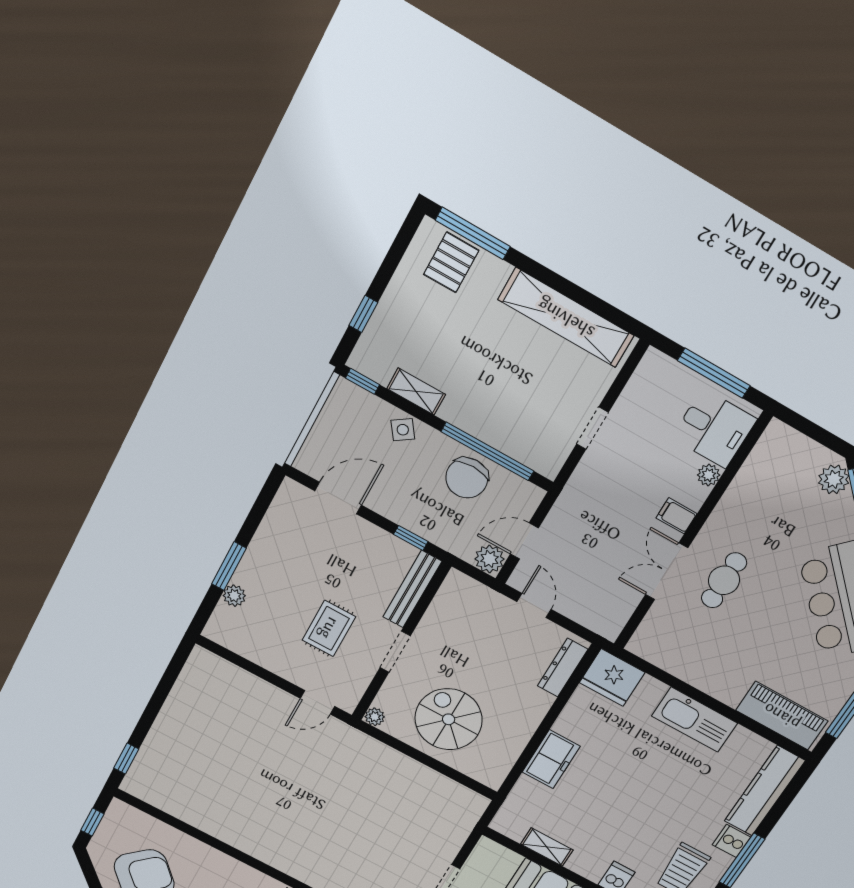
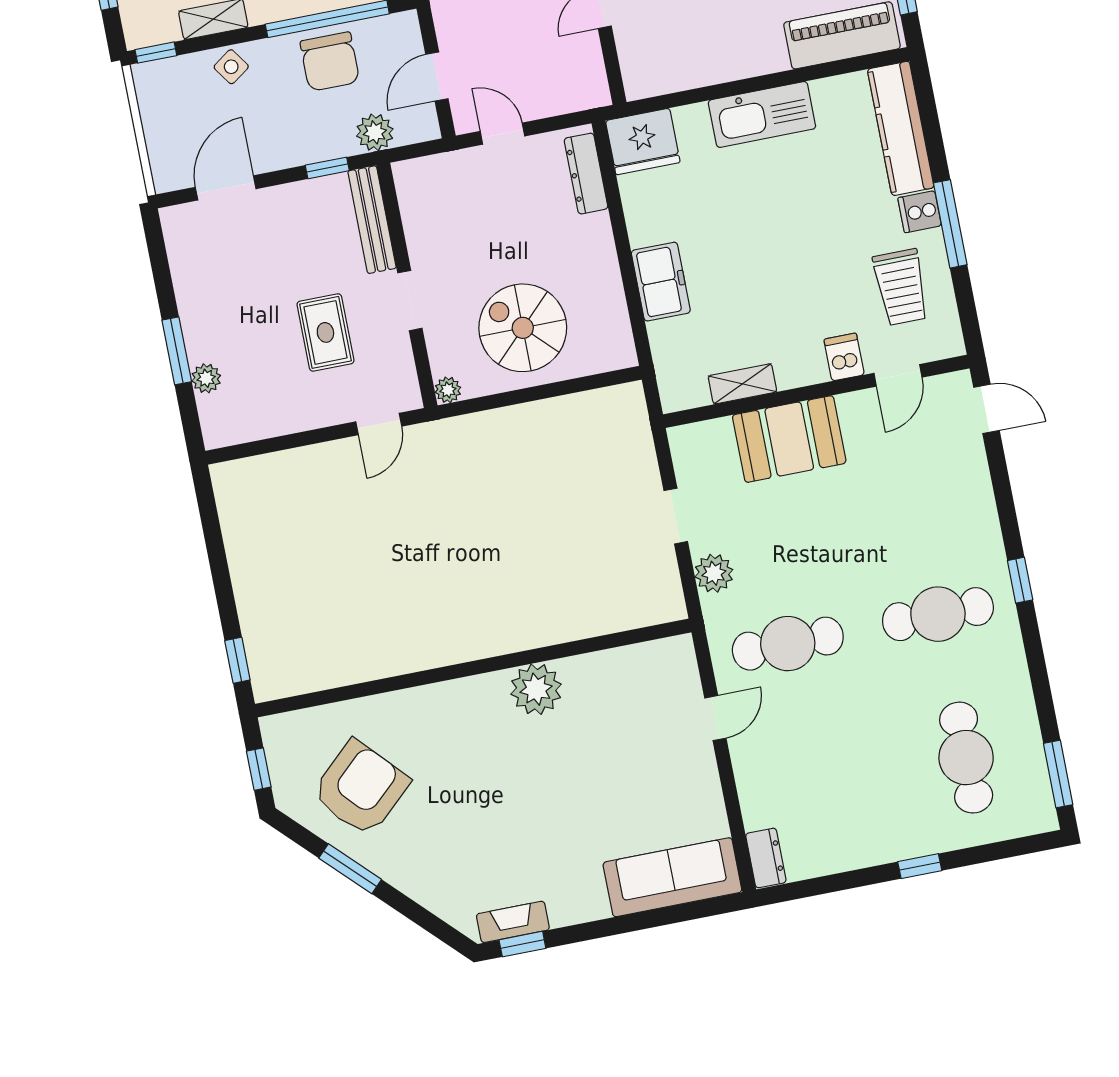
plant: (489, 559) -> (375, 132), moved

